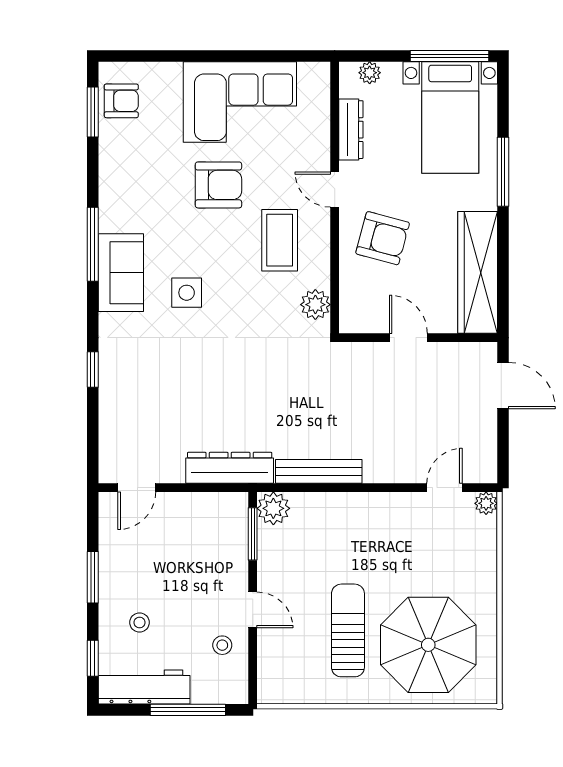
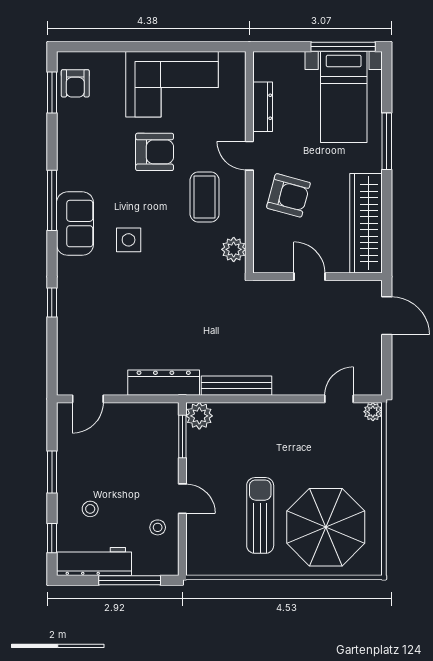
plant: (370, 73) -> (278, 60), removed
armchair: (121, 101) -> (75, 83), turned 90

